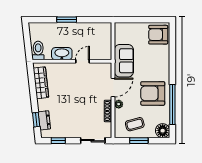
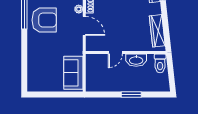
armchair: (158, 35) -> (39, 79), removed
sofa: (124, 61) -> (73, 73), moved
door: (113, 88) -> (84, 26), swing flipped

